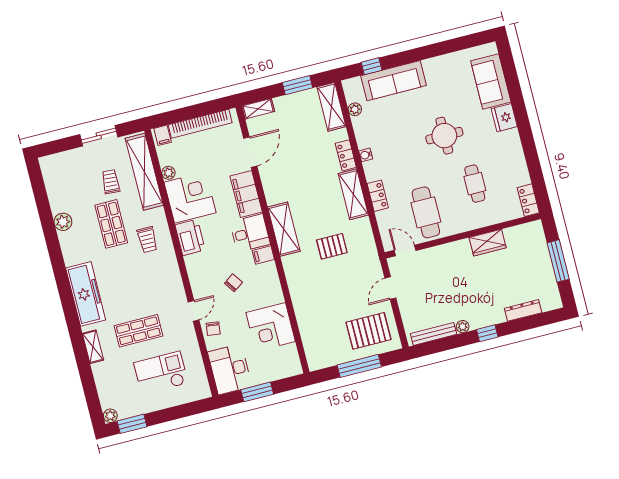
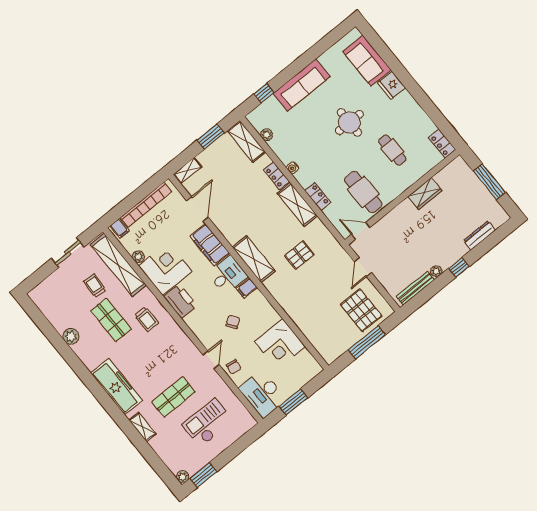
sofa: (394, 81) -> (302, 85), moved
pallet: (369, 331) -> (361, 310), turned 90

